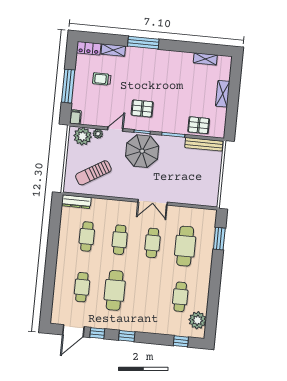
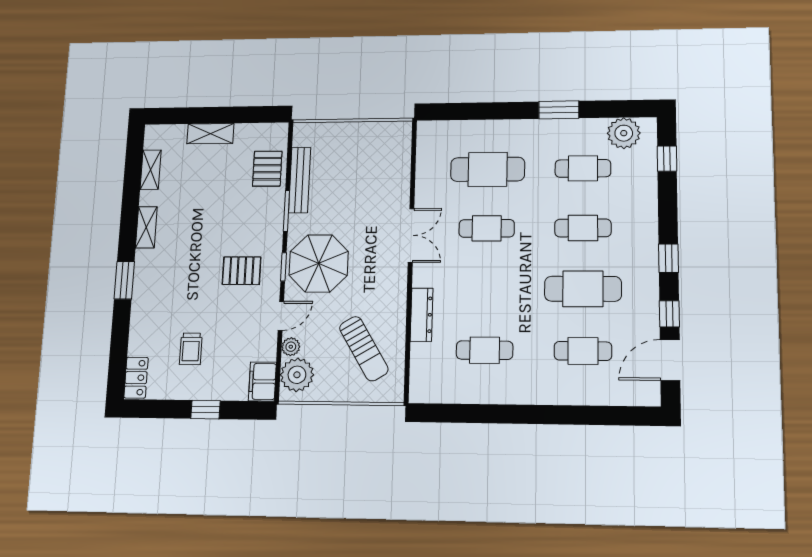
window: (143, 43) -> (124, 280), width x0.69
shelving: (113, 50) -> (146, 227), moved
window: (68, 86) -> (206, 410), width x0.46
pallet: (142, 108) -> (241, 271), turned 90
filing cabinet: (75, 117) -> (262, 381), width x2.00
door: (115, 129) -> (281, 316), swing flipped
bench: (204, 144) -> (300, 180), moved
dresser: (76, 202) -> (422, 315), moved
window: (219, 239) -> (559, 110), moved
cafe table: (120, 240) -> (583, 228), moved
door: (73, 331) -> (670, 360), swing flipped

